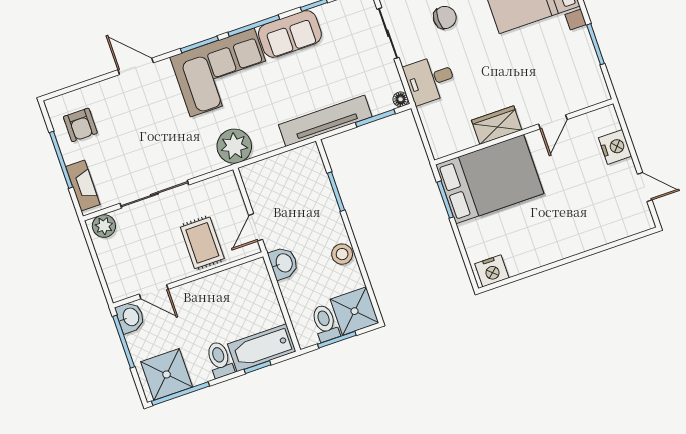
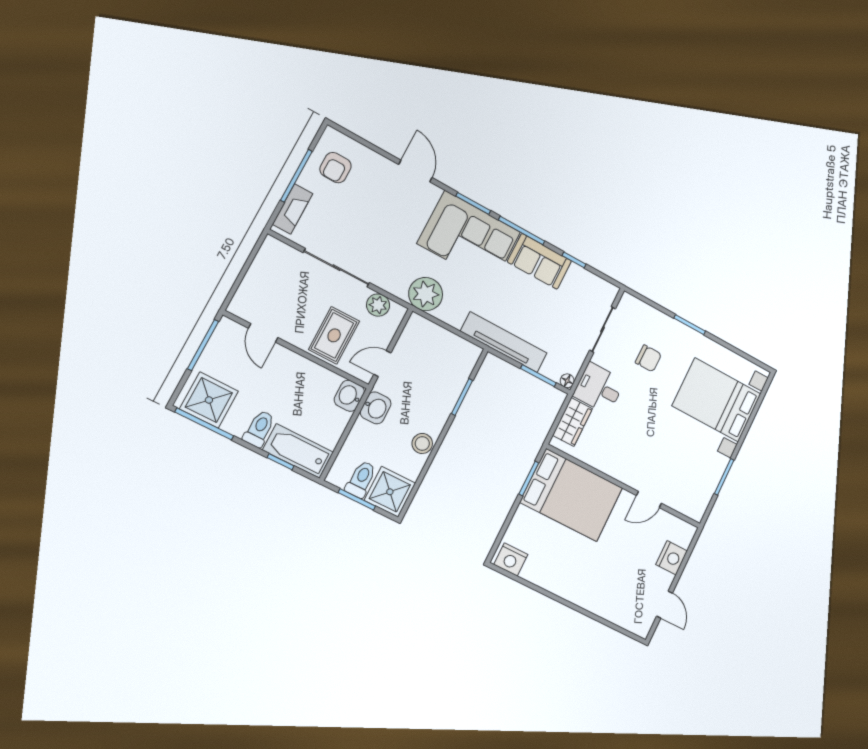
wardrobe: (497, 125) -> (572, 422), moved, turned 90
plant: (104, 226) -> (378, 305), moved
washbasin: (130, 317) -> (349, 396), moved, turned 180

